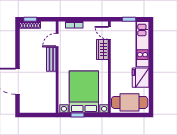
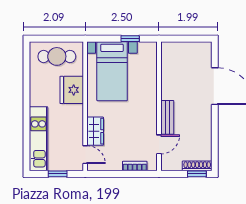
fridge: (141, 78) -> (72, 90), moved, turned 180
bed with nightstands: (84, 92) -> (112, 71), width x0.73
cafe table: (130, 102) -> (57, 56), width x0.73, depth x0.74

